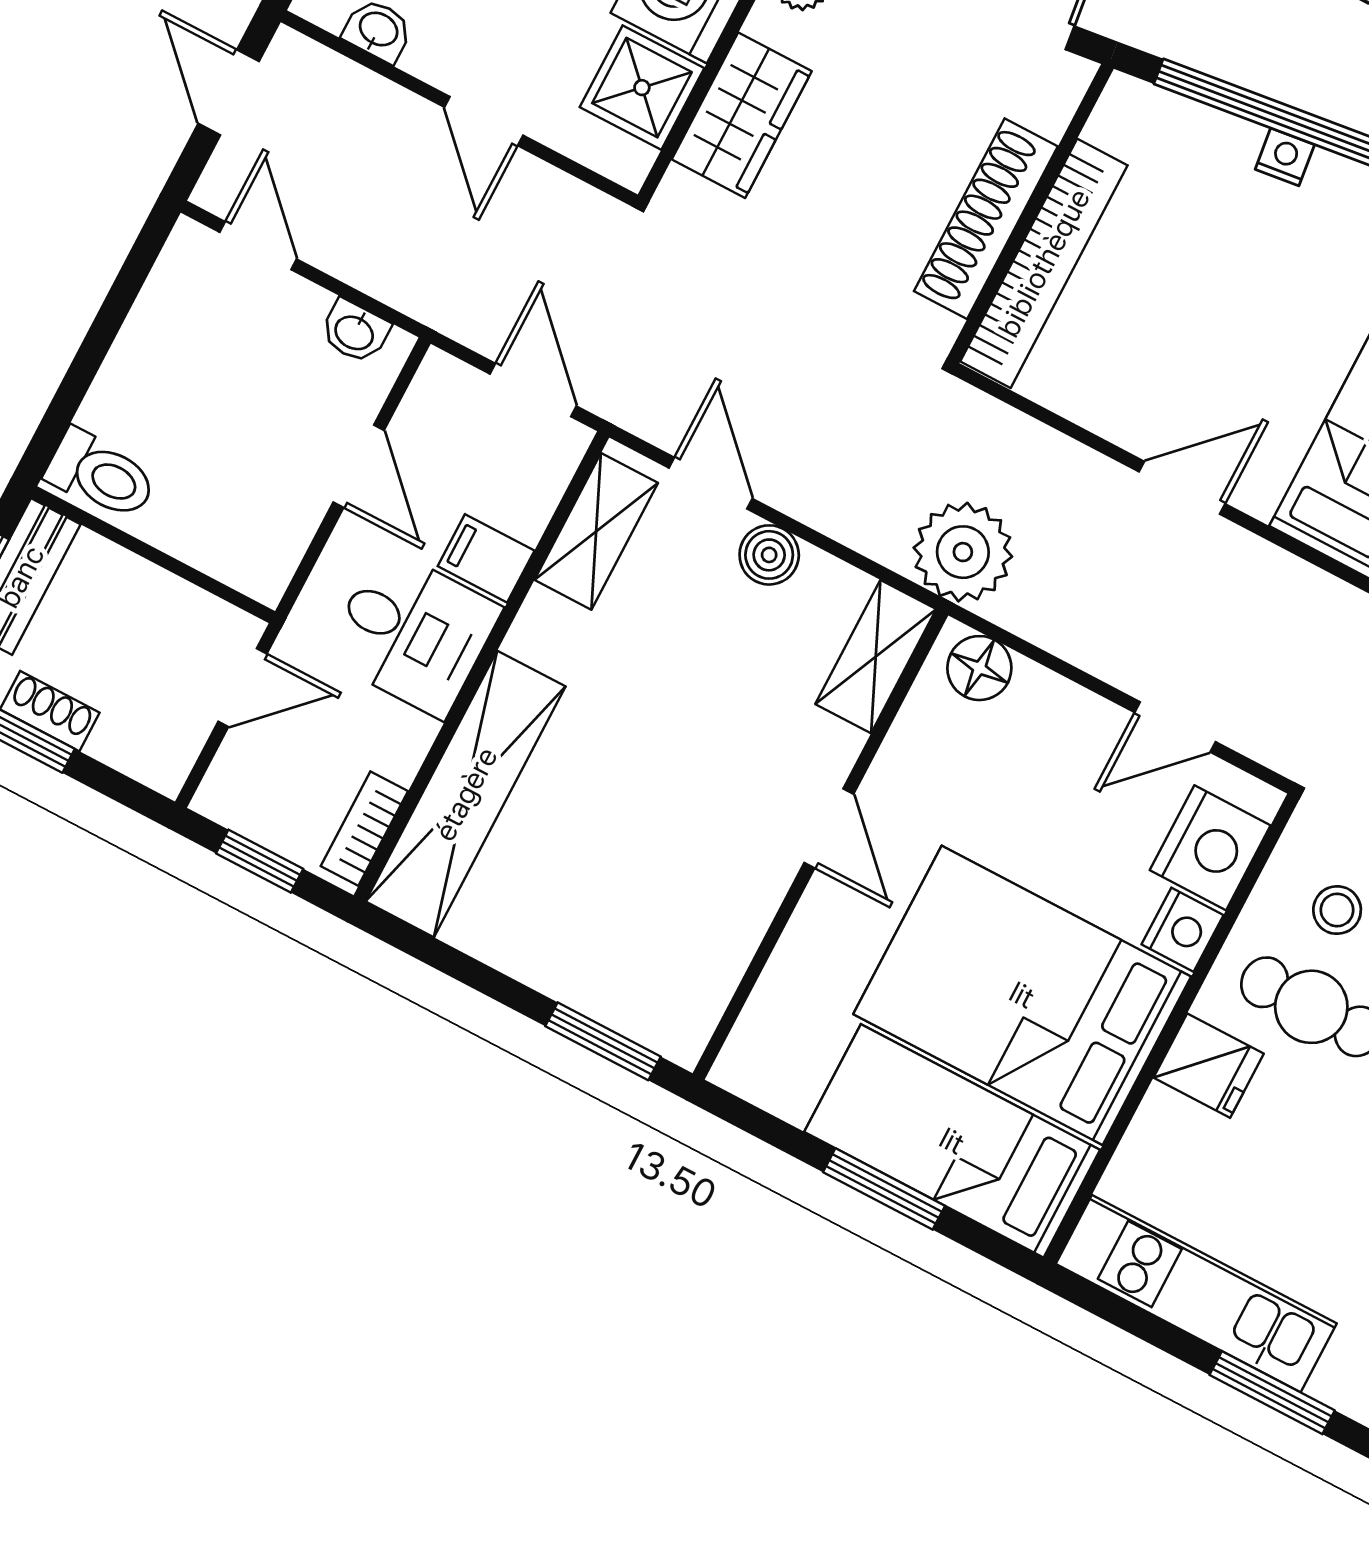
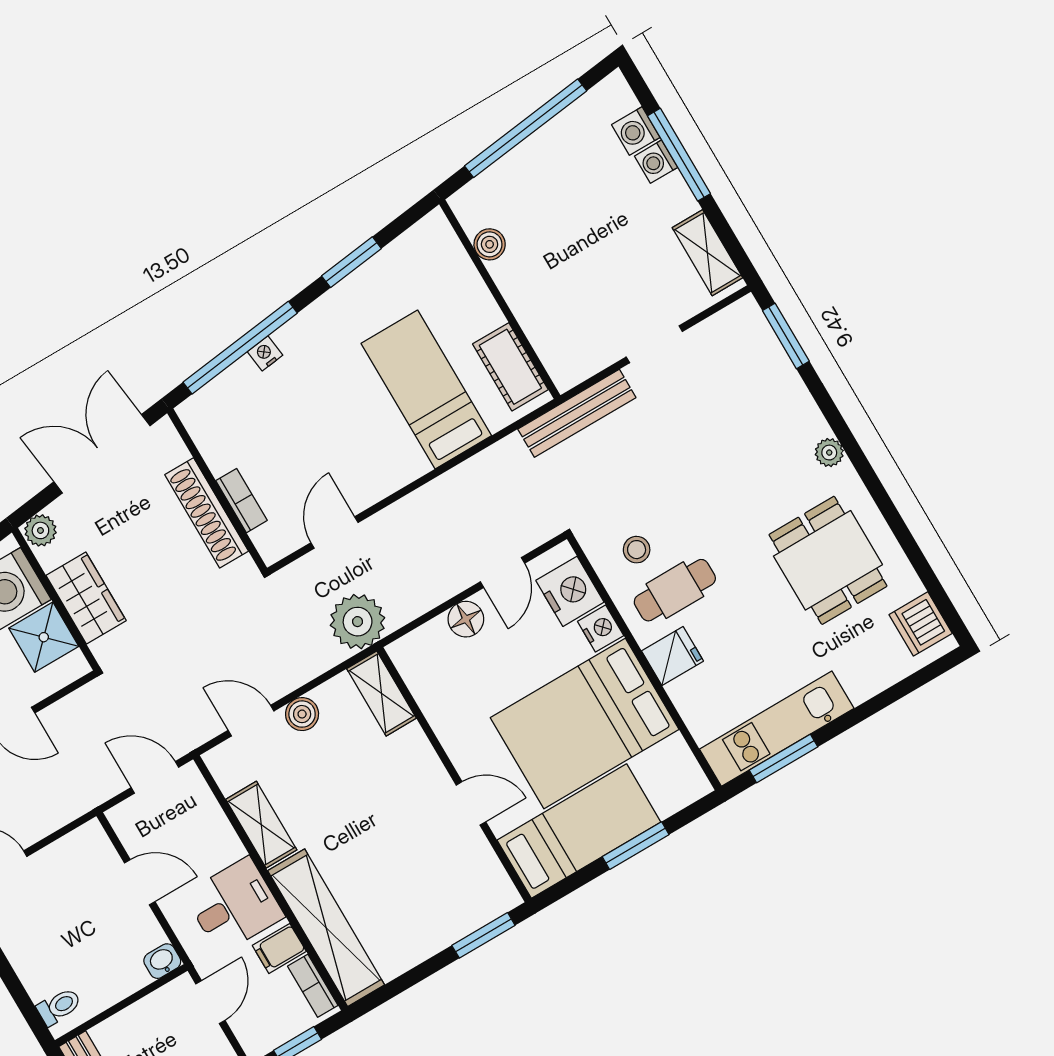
bookcase: (1044, 263) -> (241, 501), width x0.43, depth x0.76
washbasin: (355, 332) -> (162, 961), moved, turned 180
toilet: (101, 475) -> (59, 1007), width x0.73, depth x0.72
door: (1182, 488) -> (334, 533), moved
shelving: (596, 531) -> (261, 825), moved
filing cabinet: (486, 558) -> (279, 948), moved
floor lamp: (979, 668) -> (466, 619), moved
door: (829, 828) -> (471, 803), moved
bed: (952, 1141) -> (579, 831), moved, turned 180
window: (1272, 1393) -> (784, 759), moved

